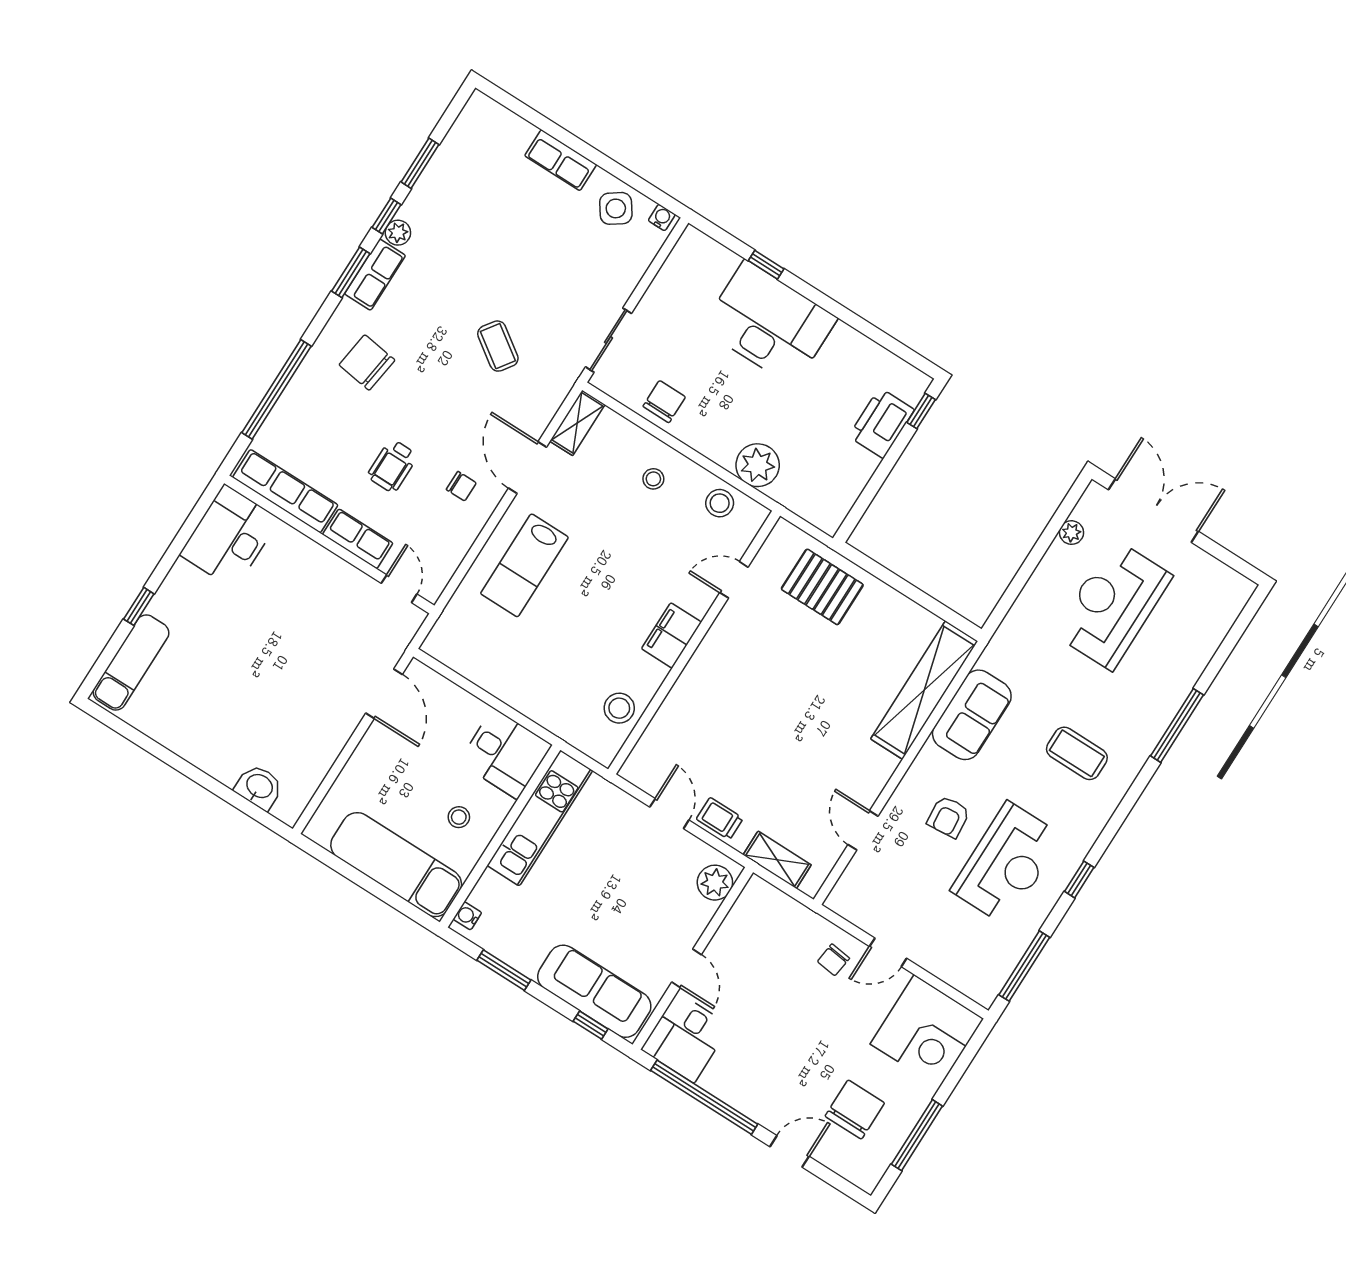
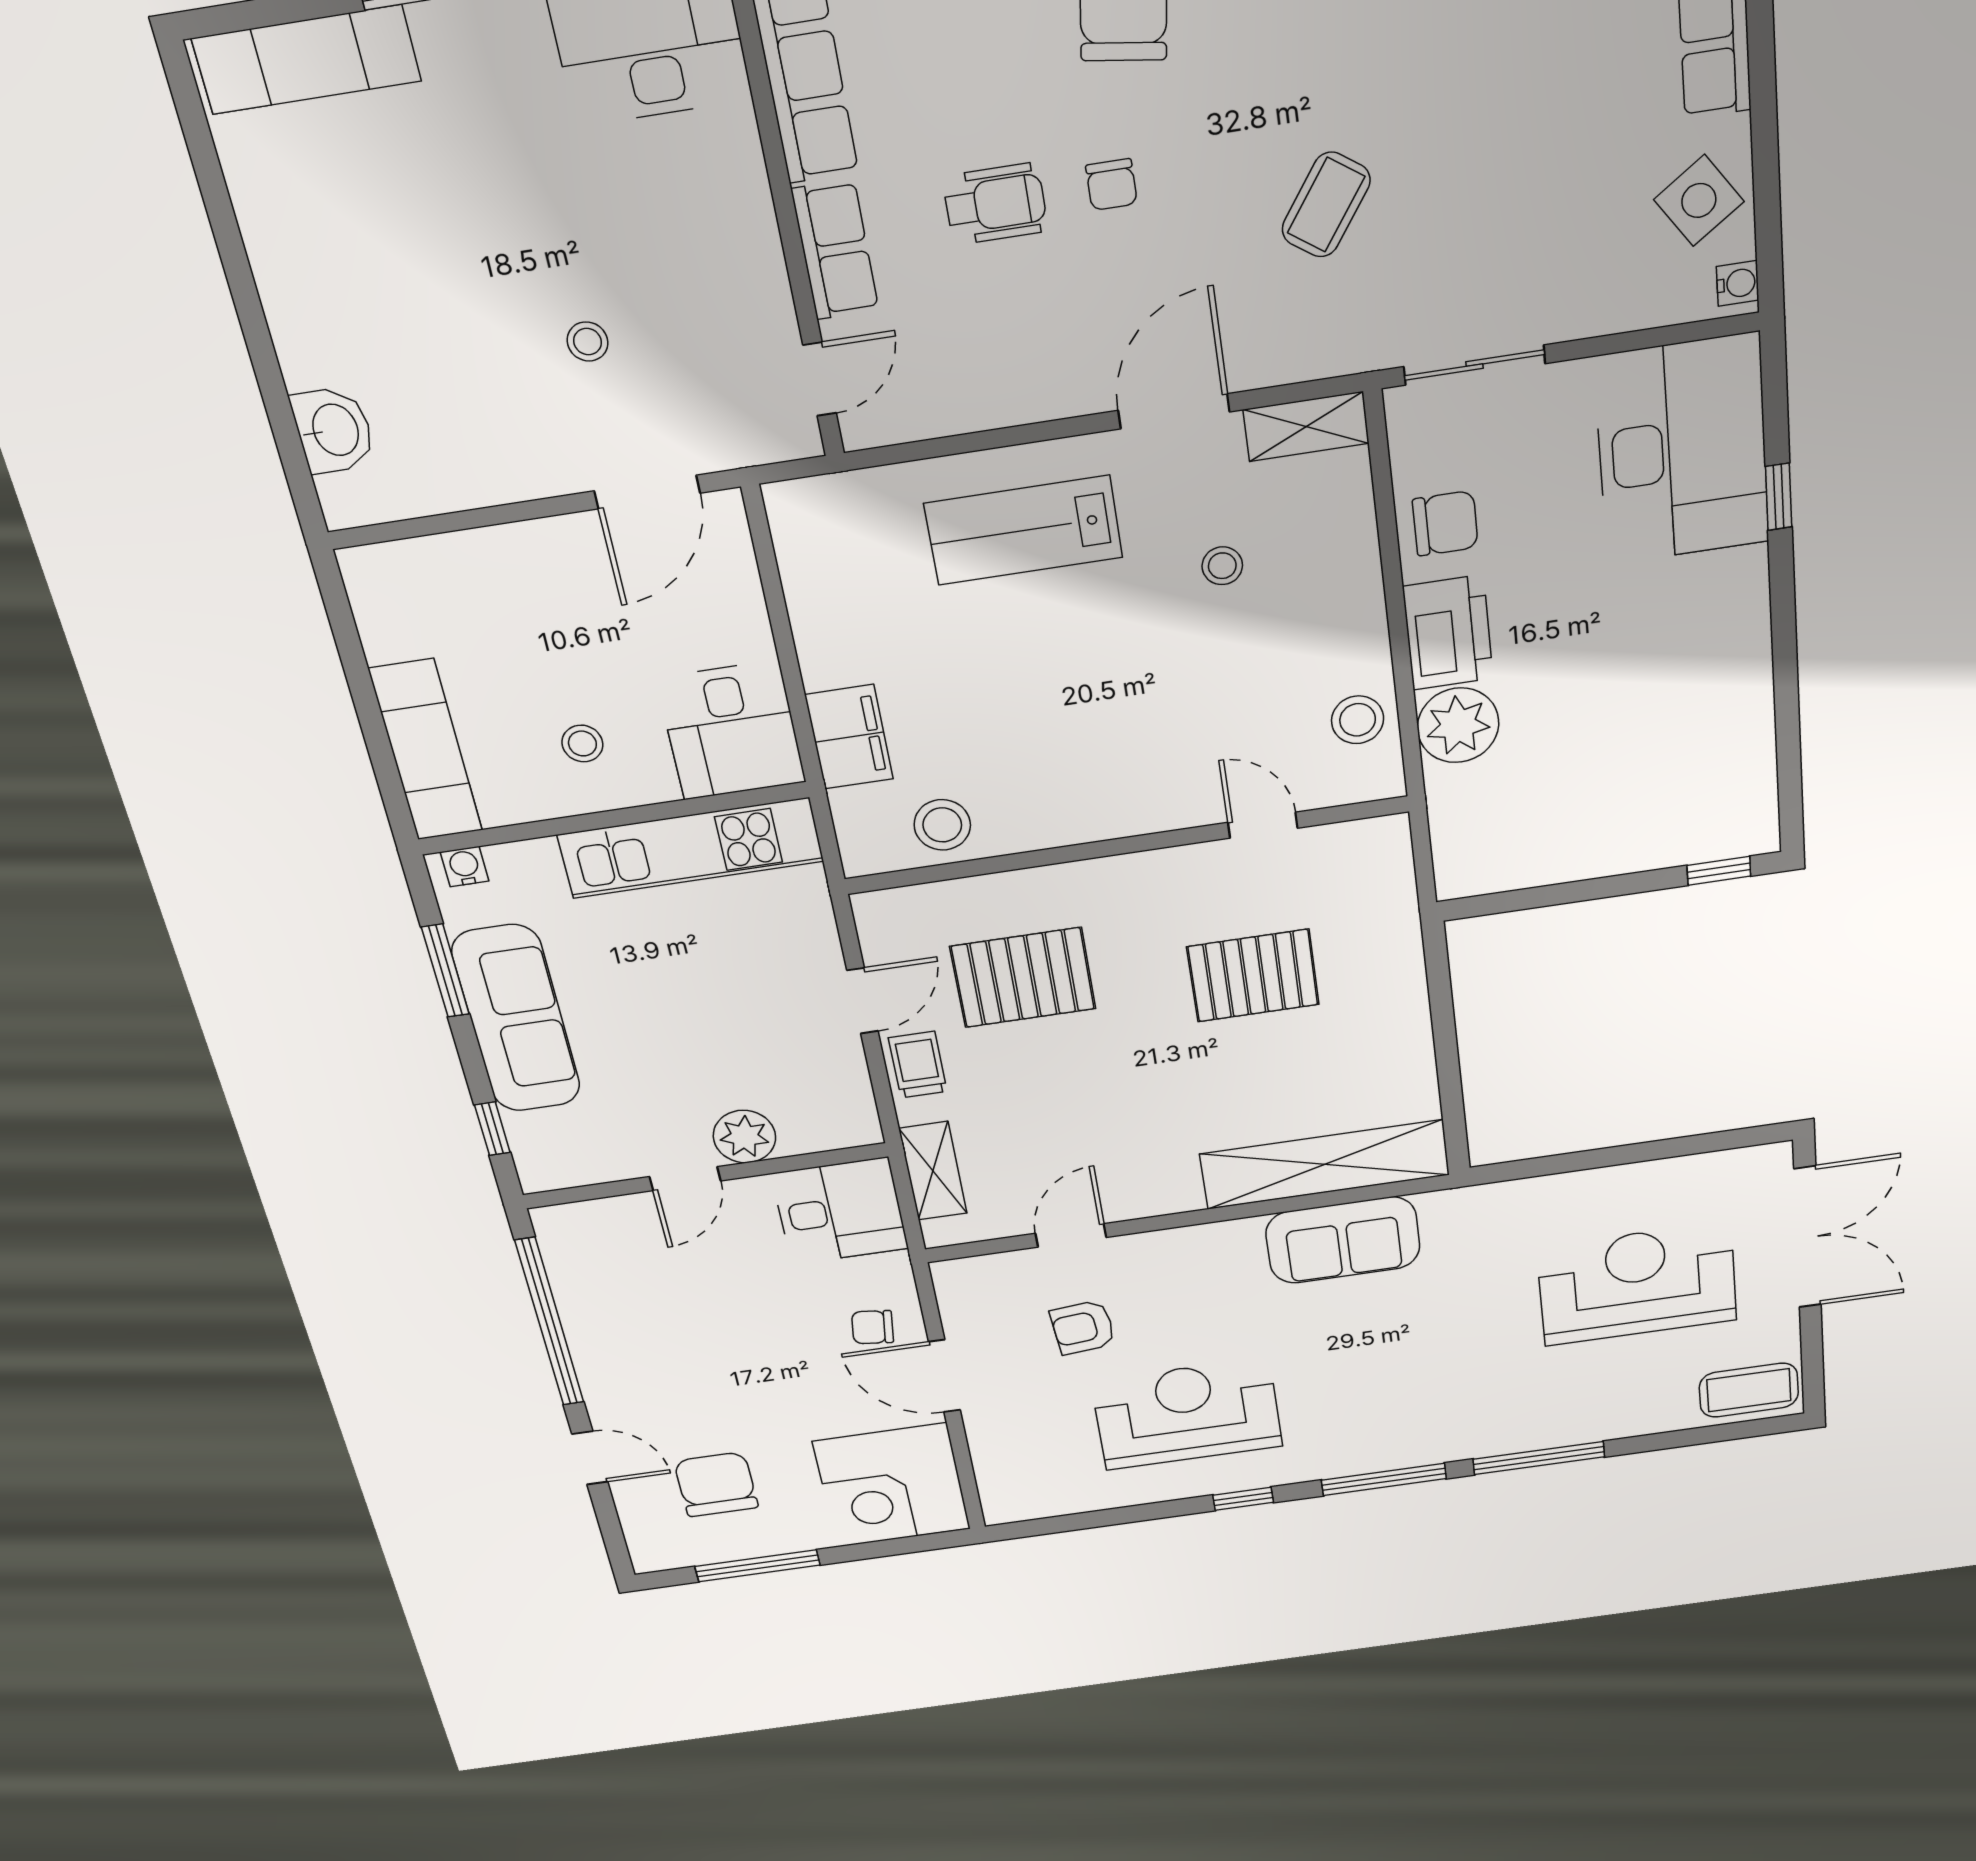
desk: (769, 323) -> (1682, 450), moved
printer: (881, 423) -> (1448, 633), moved, turned 90
wheelchair: (392, 466) -> (995, 204), turned 180
stool: (653, 479) -> (1222, 566), moved
chair: (461, 486) -> (1111, 185), moved
plant: (1072, 533) -> (1696, 1171), removed
pallet: (822, 587) -> (1253, 976), moved, turned 90
filing cabinet: (672, 635) -> (849, 737), moved, turned 90
stool: (310, 661) -> (588, 341), added
pallet: (718, 738) -> (1023, 978), added
coffee table: (1077, 753) -> (1749, 1390), moved, turned 90
armchair: (948, 817) -> (1083, 1327), moved
reception desk: (1007, 863) -> (1187, 1414), turned 180
exam couch: (396, 865) -> (426, 750), width x0.73, depth x0.69
plant: (715, 883) -> (744, 1137), moved
door: (888, 952) -> (944, 1376), width x1.38
window: (1024, 966) -> (1384, 1479), moved
sofa: (594, 991) -> (516, 1019), moved
desk: (686, 1038) -> (840, 1211), moved, turned 180
chair: (855, 1109) -> (716, 1484), turned -90

